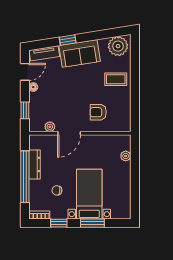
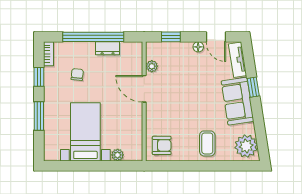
armchair: (98, 112) -> (162, 145), moved, turned 90
dresser: (35, 164) -> (108, 48), width x0.70
bed with nightstands: (89, 194) -> (85, 132), moved, turned -90

